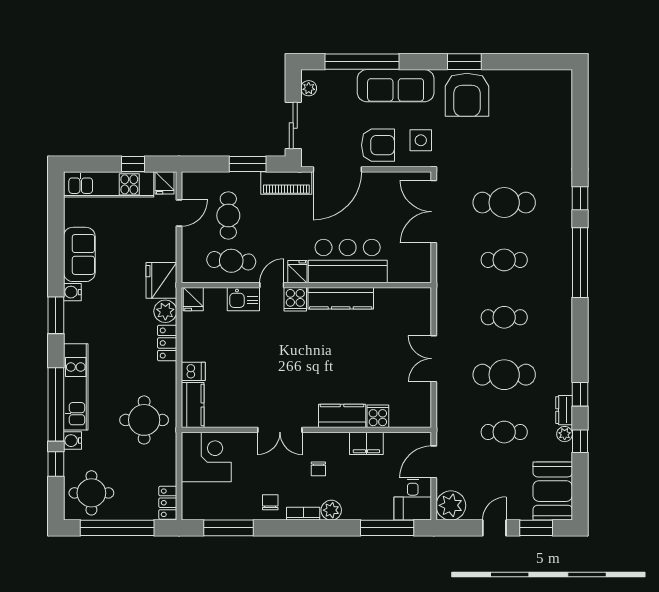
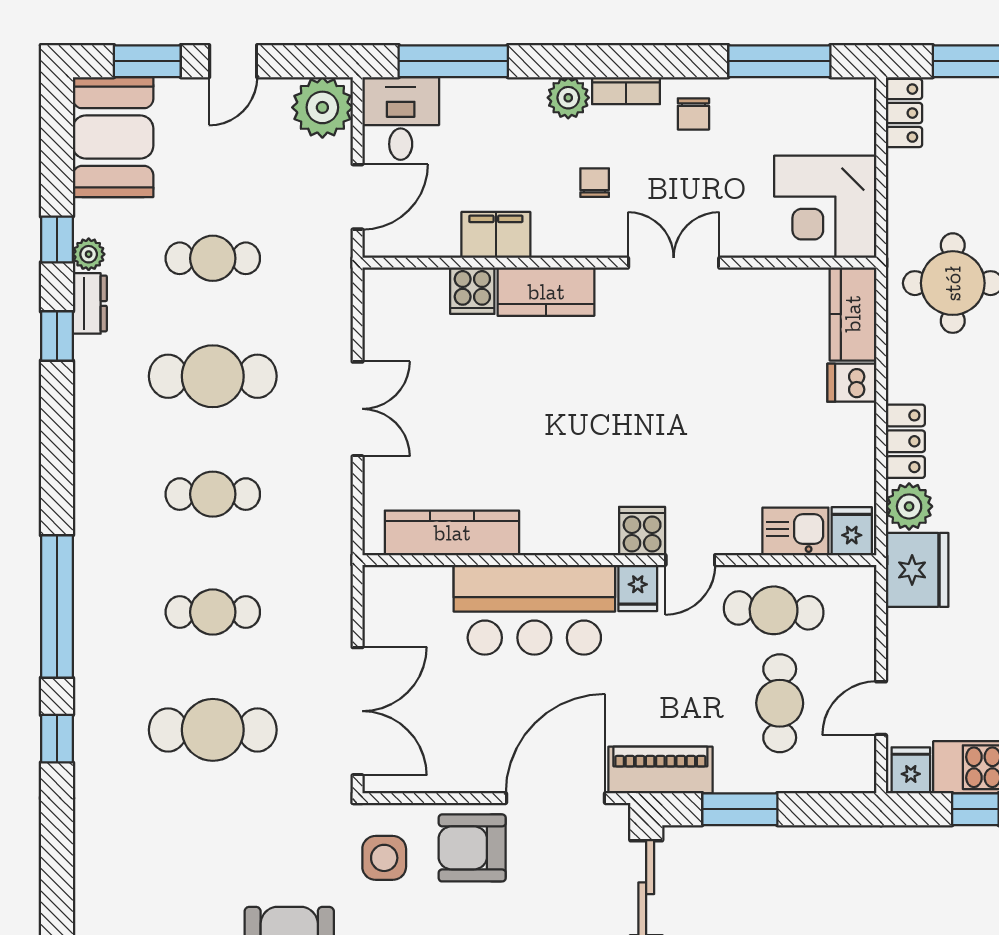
kitchen counter: (341, 298) -> (452, 533), moved
kitchen sink: (243, 299) -> (795, 531), moved

